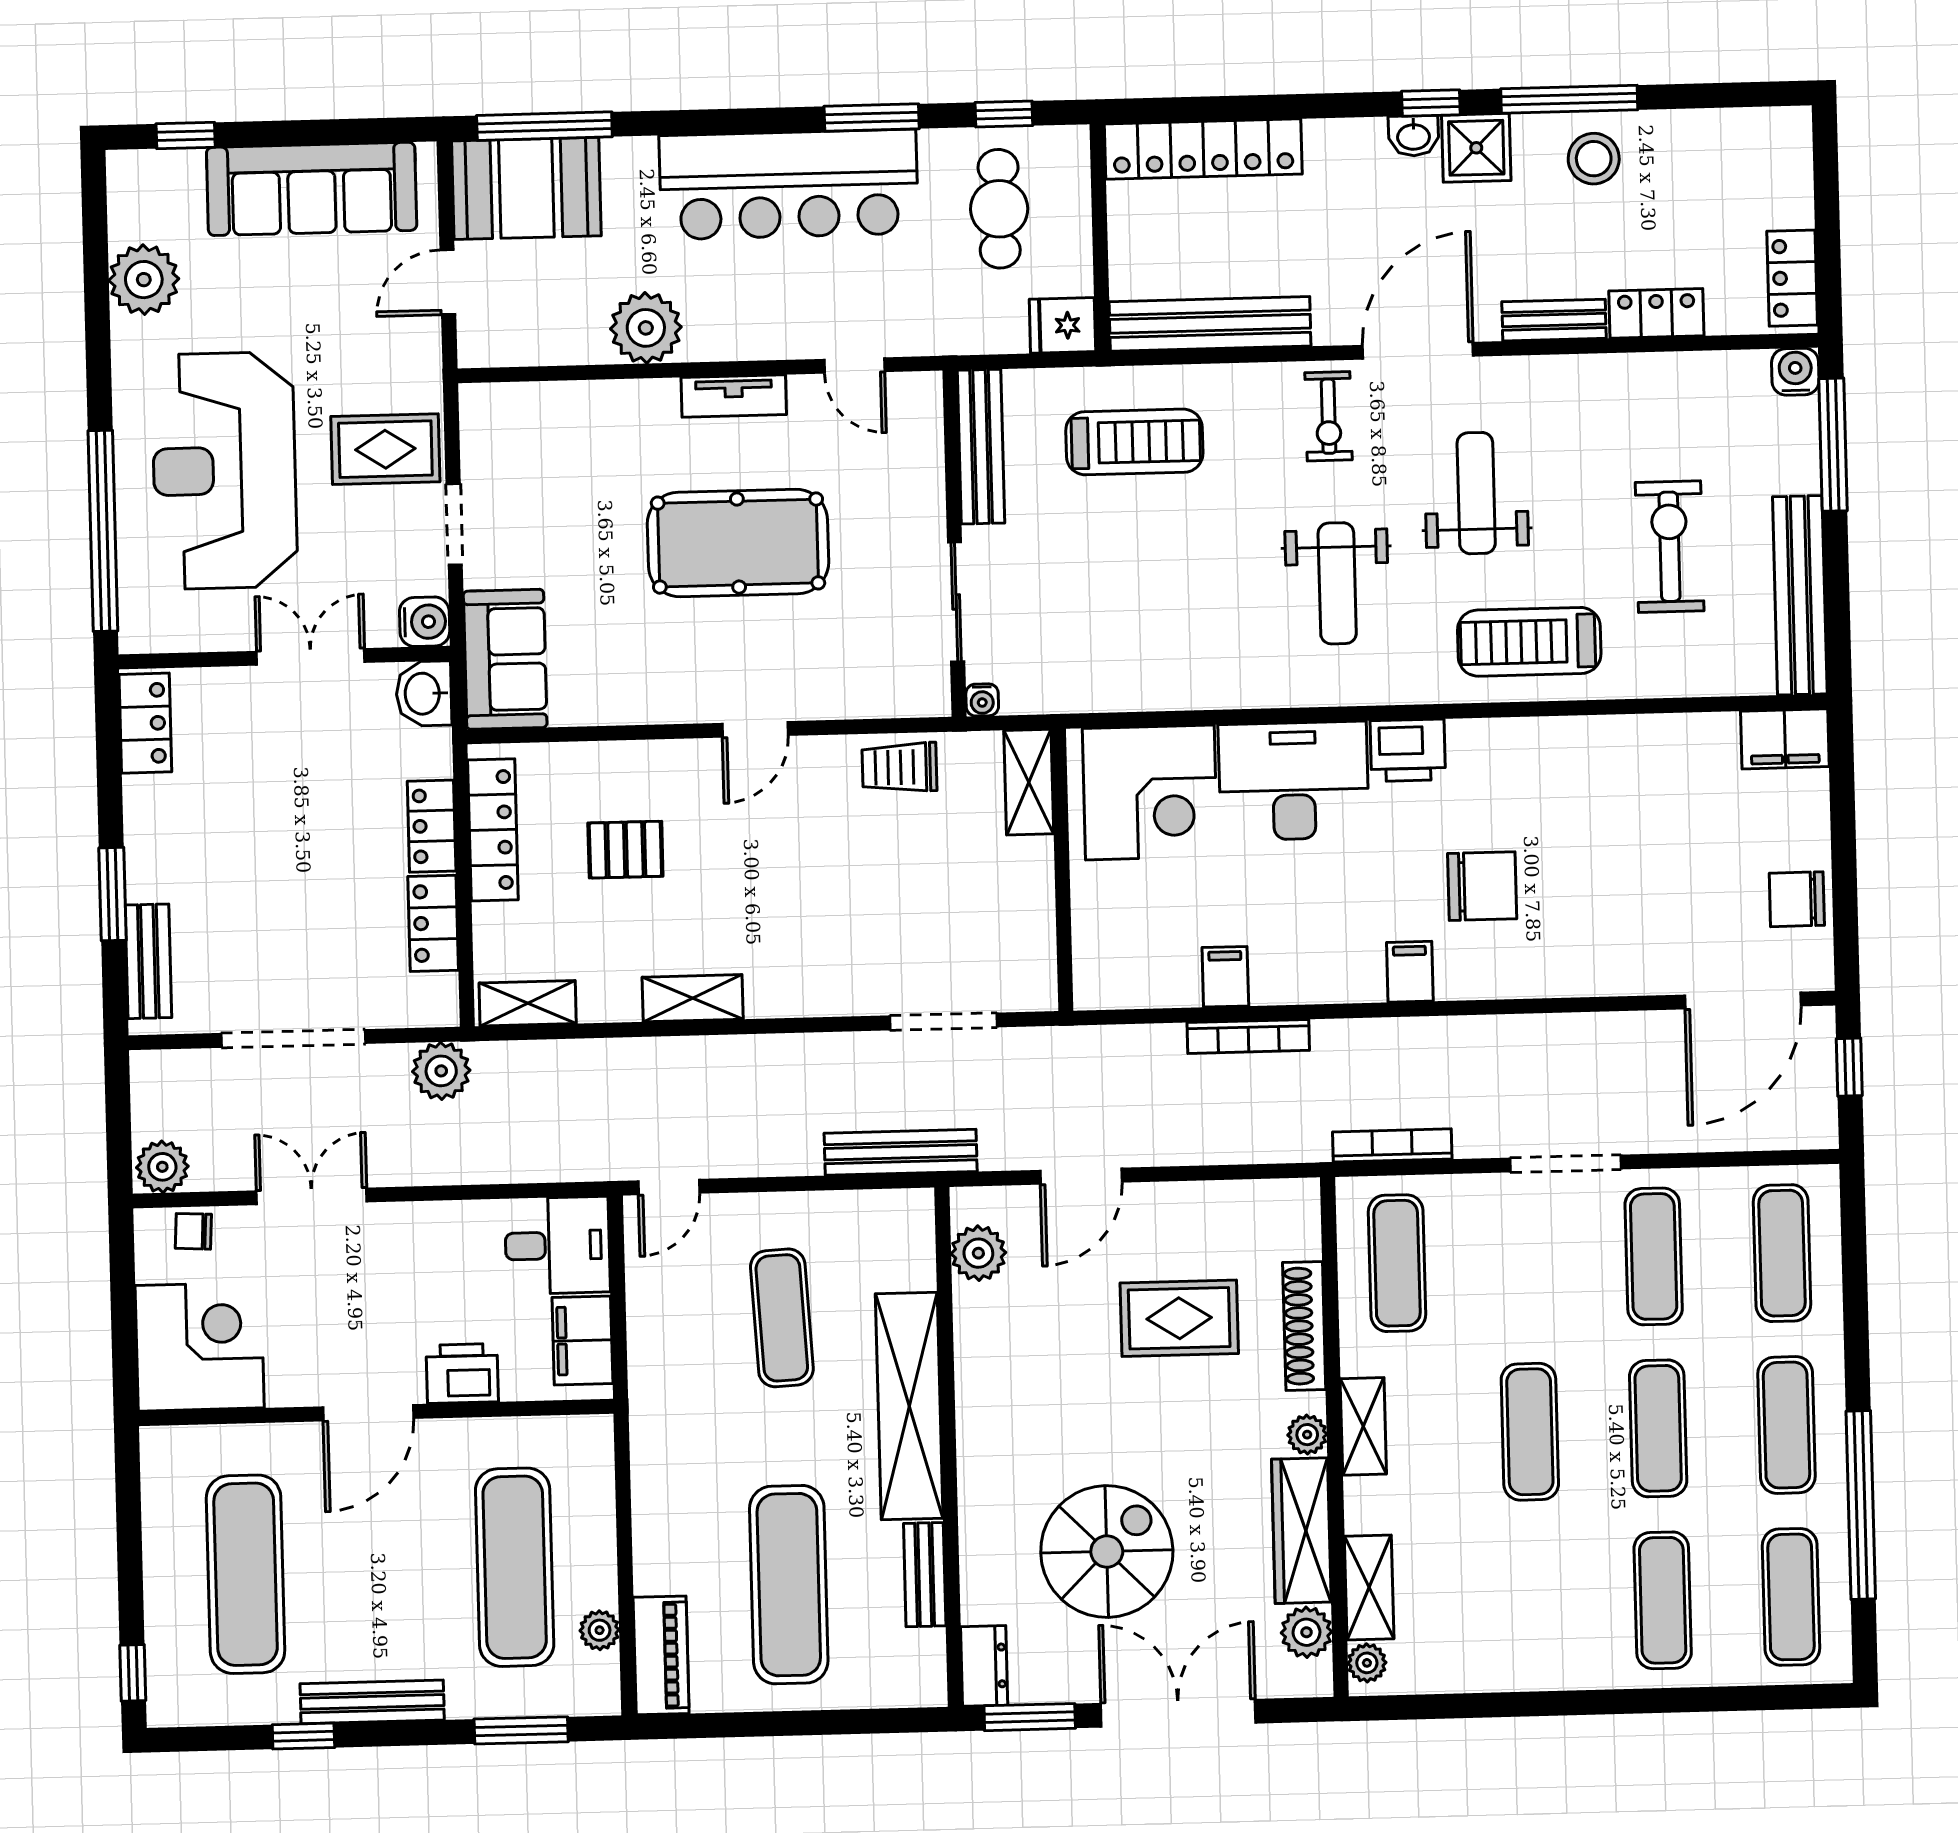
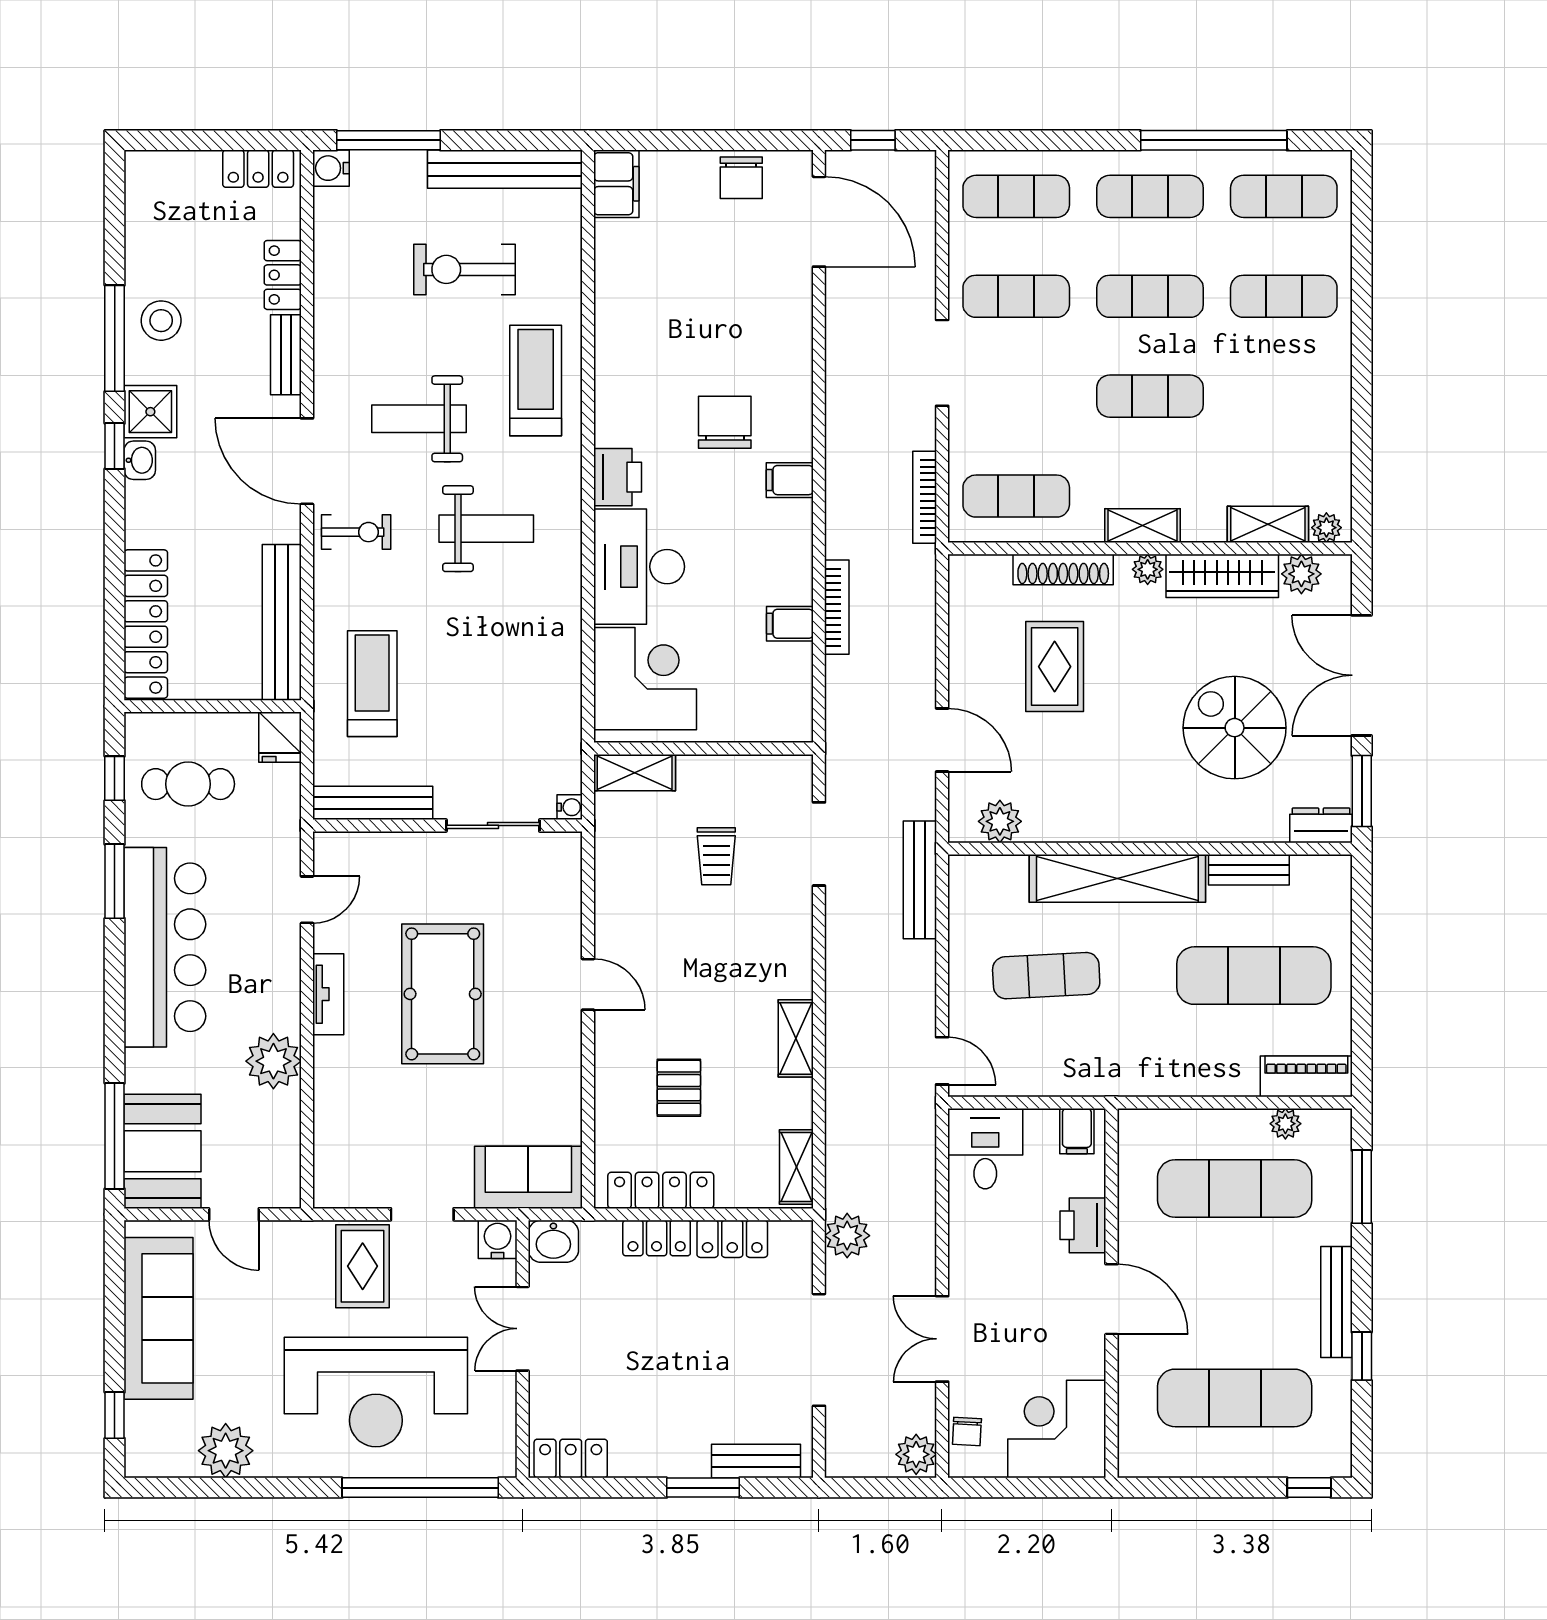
treadmill: (1529, 642) -> (536, 381), turned 180
trolley: (899, 767) -> (716, 856), moved
filing cabinet: (582, 1341) -> (1077, 1131), width x0.50

